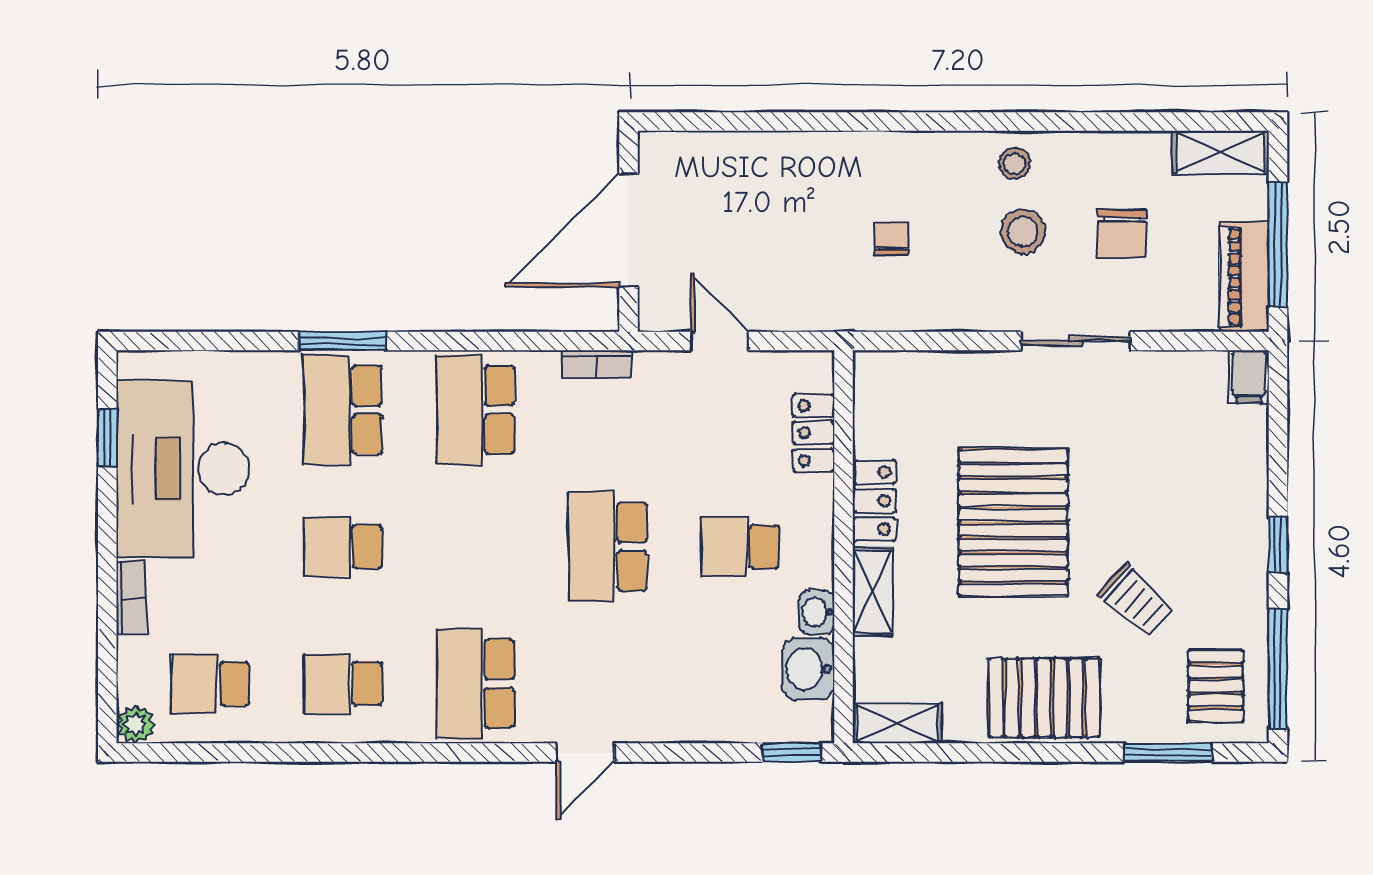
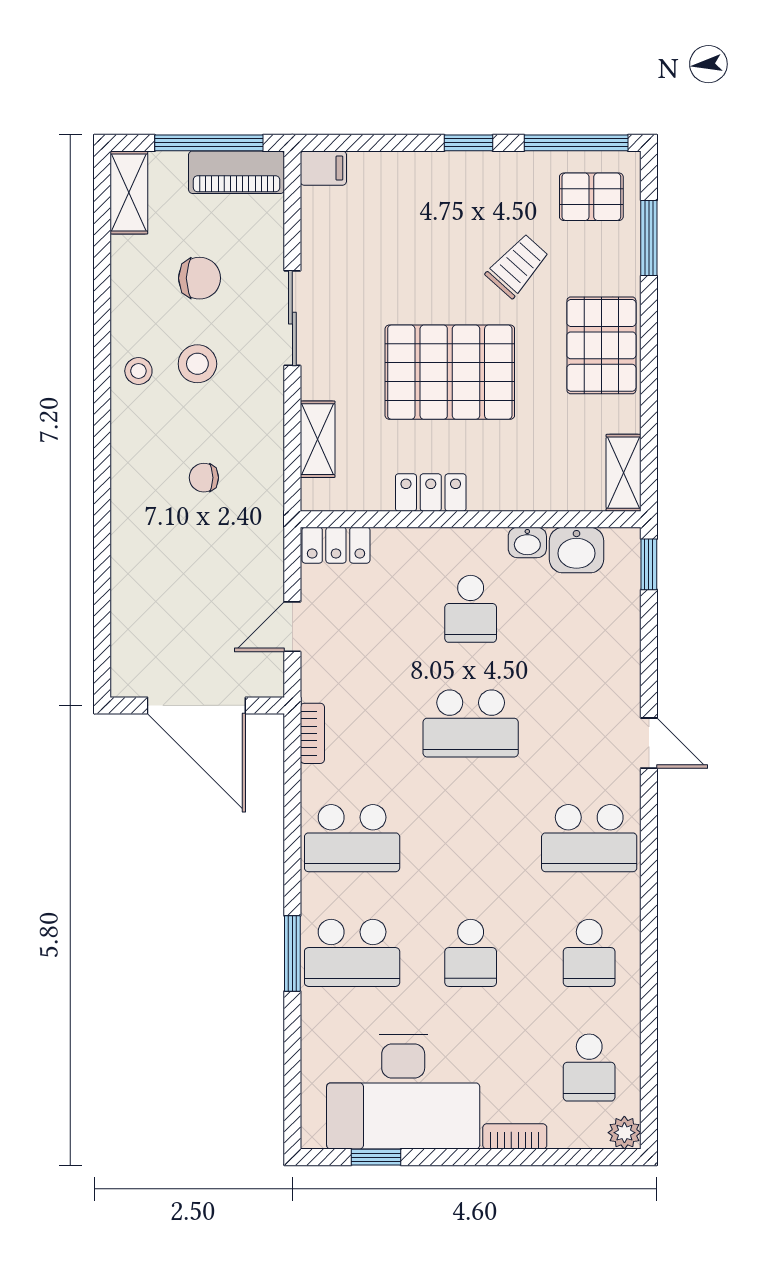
locker: (814, 433) -> (336, 545), moved
shelving: (873, 592) -> (318, 439), moved, turned 90

